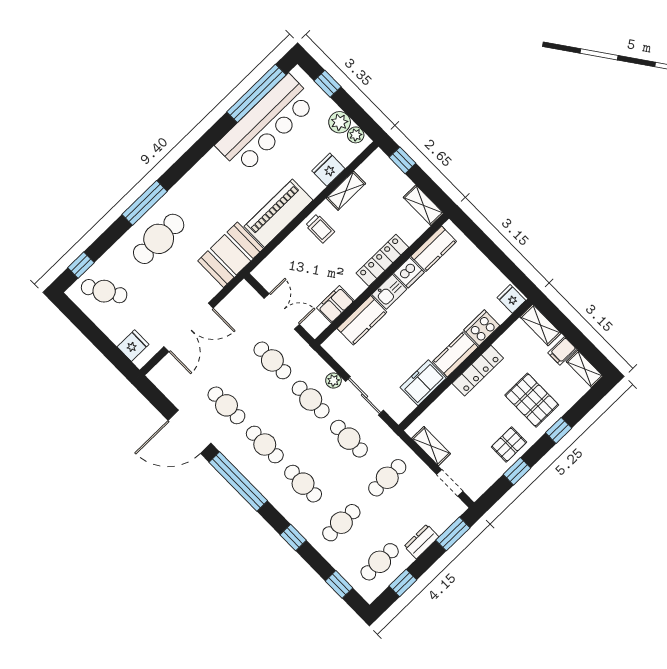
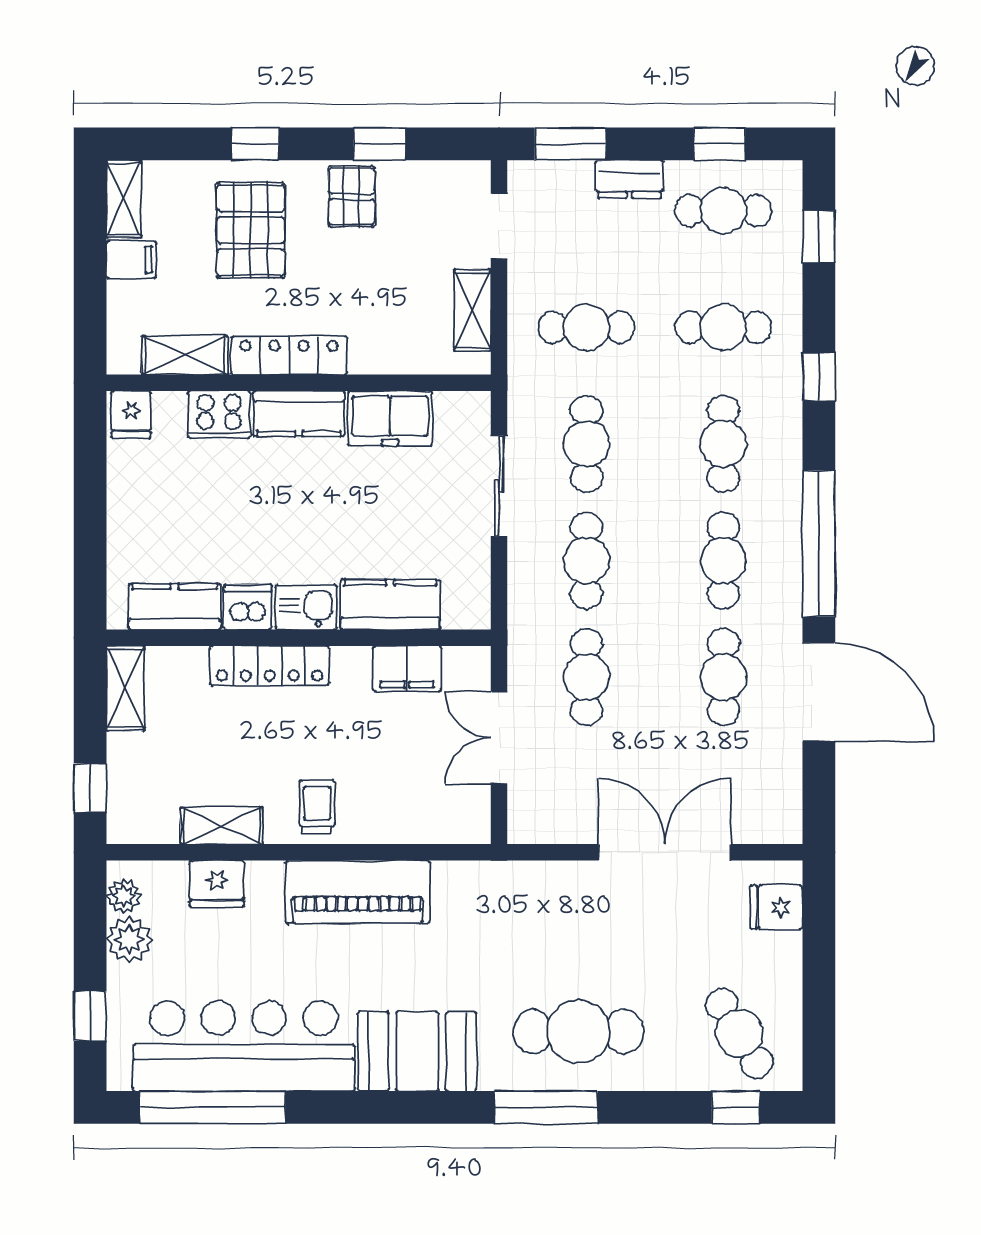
booth: (231, 255) -> (417, 1051), moved
shelving: (540, 325) -> (185, 355), moved, turned 90
plant: (333, 381) -> (523, 555), removed
pallet: (509, 444) -> (352, 196), turned 90

